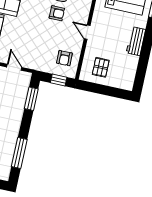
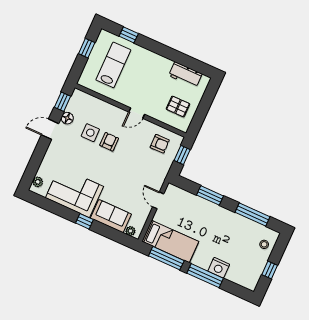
workbench: (136, 41) -> (185, 75), moved
door: (14, 67) -> (158, 200), hinge flipped
window: (31, 99) -> (210, 195), moved

